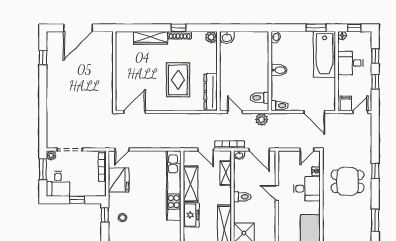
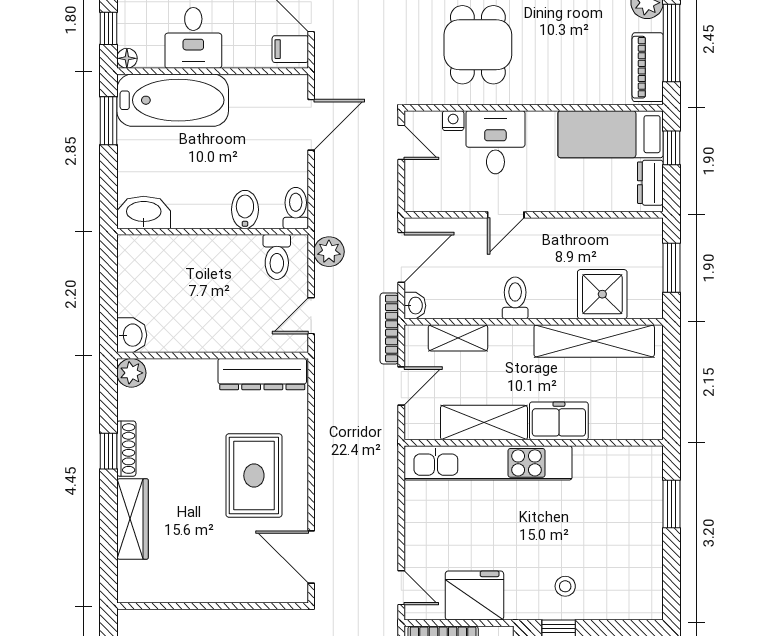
washbasin: (276, 37) -> (144, 212), width x1.91, depth x1.45
bidet: (279, 70) -> (245, 210), moved
rug: (178, 80) -> (254, 476), moved, turned 90

